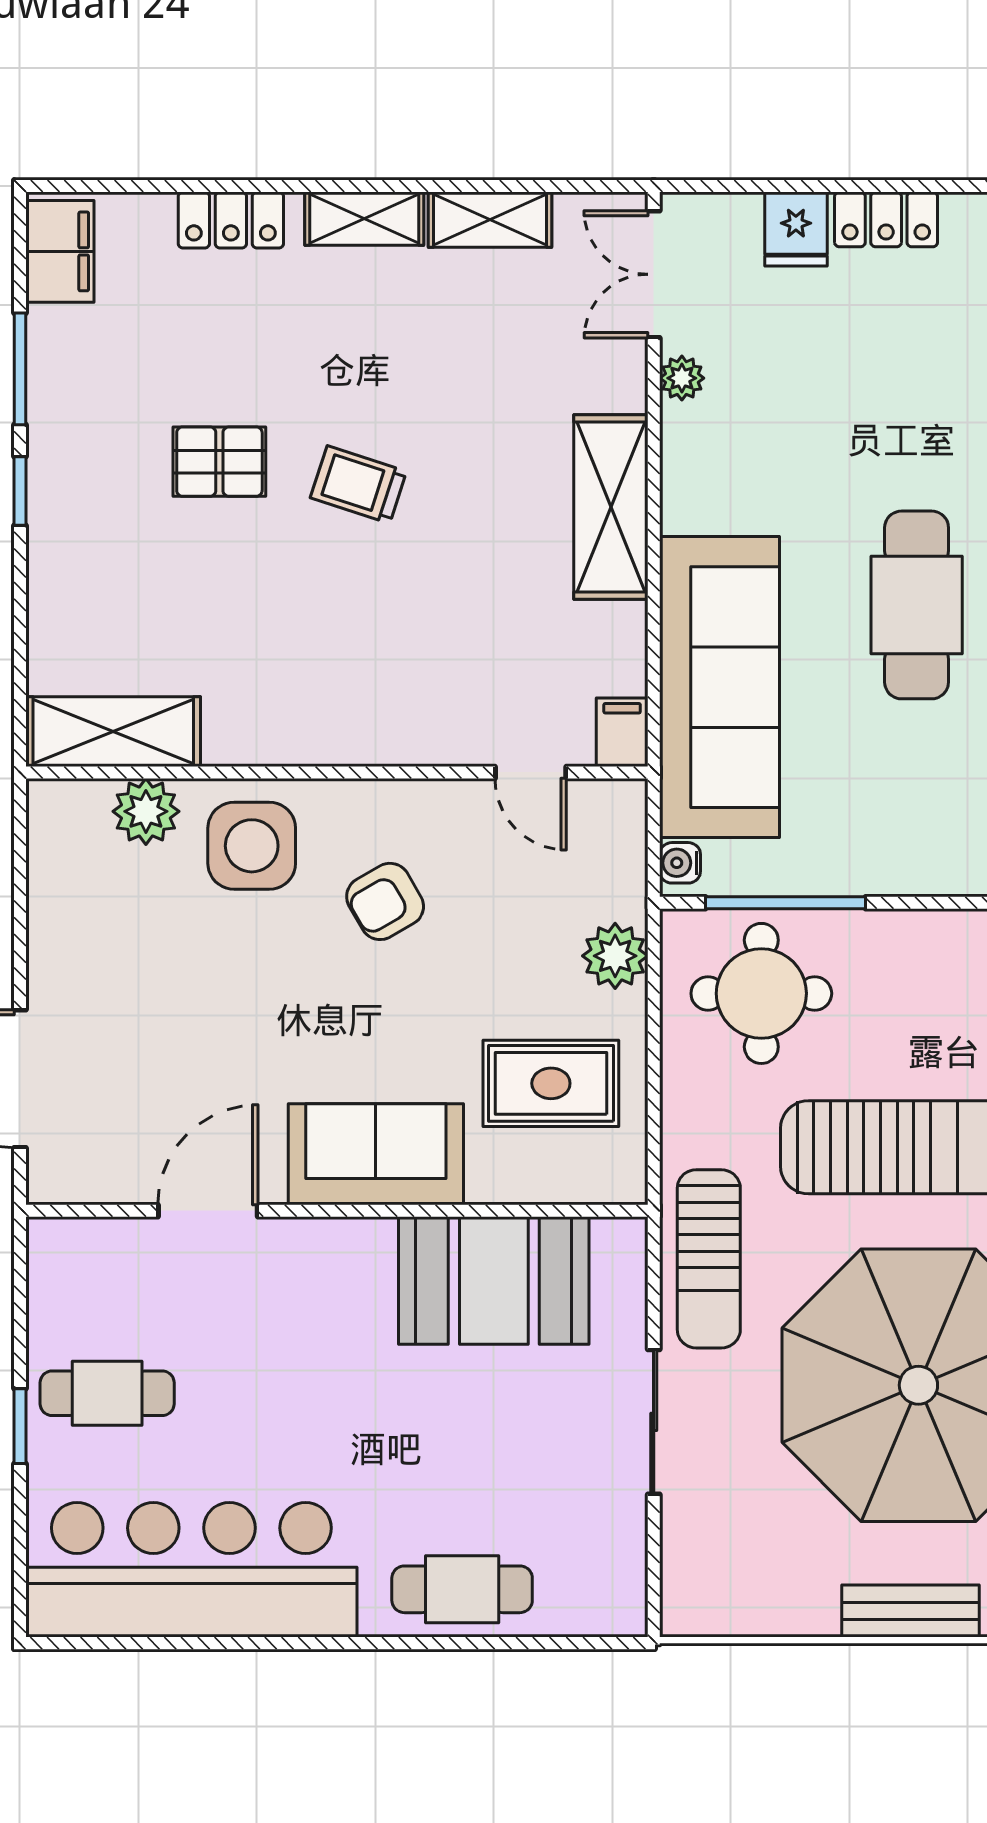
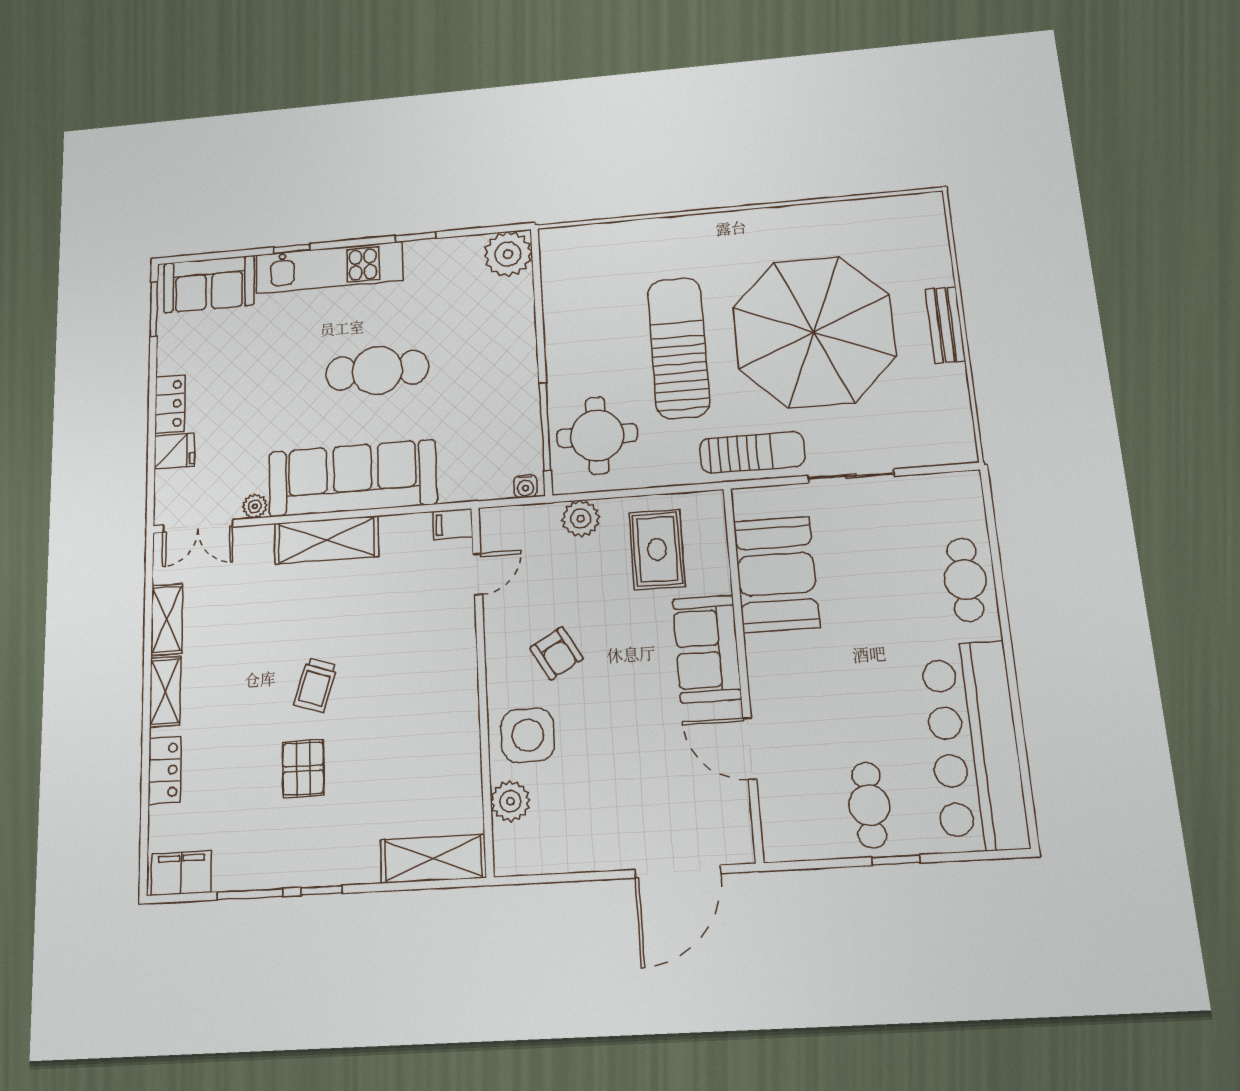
sofa: (719, 687) -> (352, 478), moved
shelving: (113, 732) -> (433, 859), moved, turned 90

